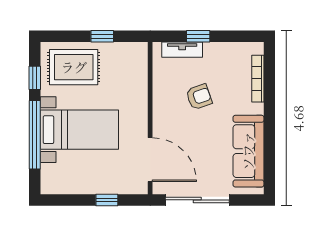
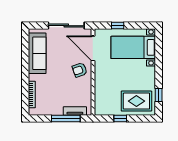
window: (198, 36) -> (66, 119), width x2.17
armchair: (199, 97) -> (80, 70), moved
bed with nightstands: (79, 130) -> (133, 47), moved
window: (35, 135) -> (159, 63), removed

